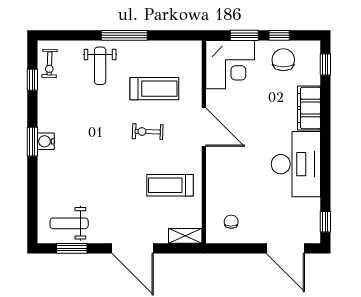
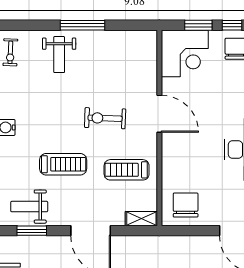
treadmill: (154, 89) -> (63, 164), moved
exercise bike: (148, 132) -> (105, 118), width x1.38, depth x1.39
chair: (231, 222) -> (186, 205), width x1.87, depth x1.87

